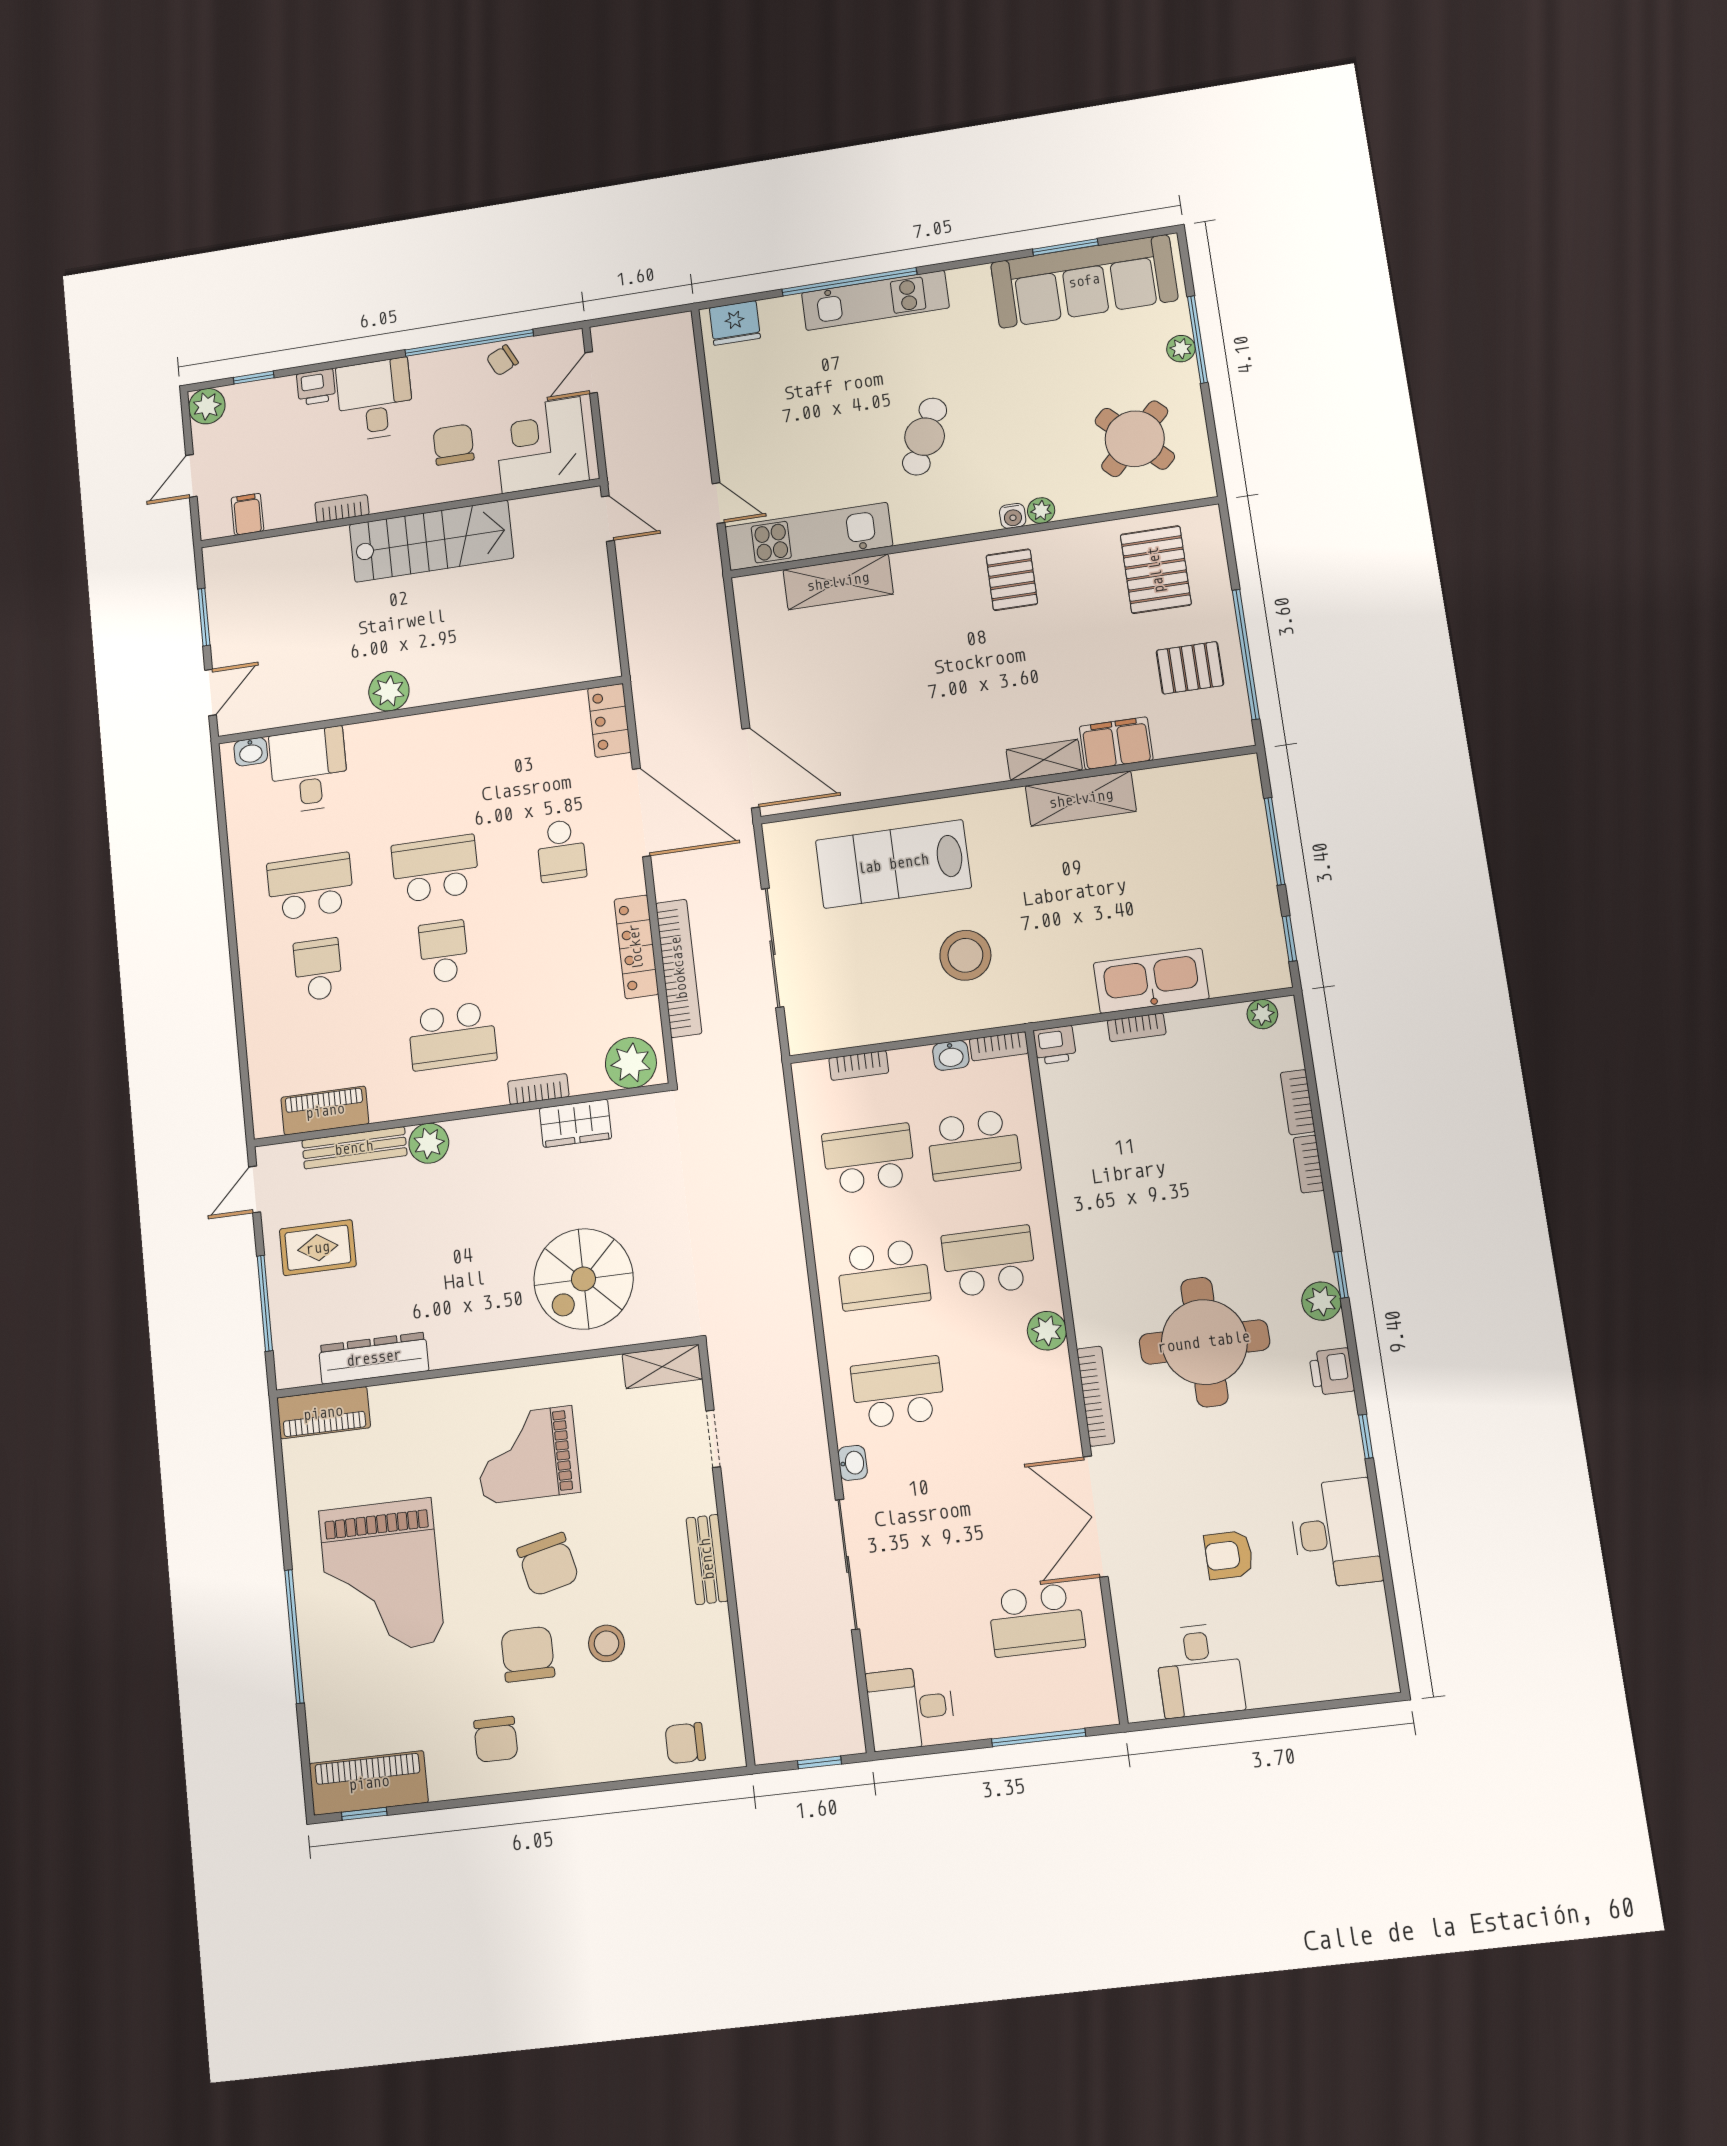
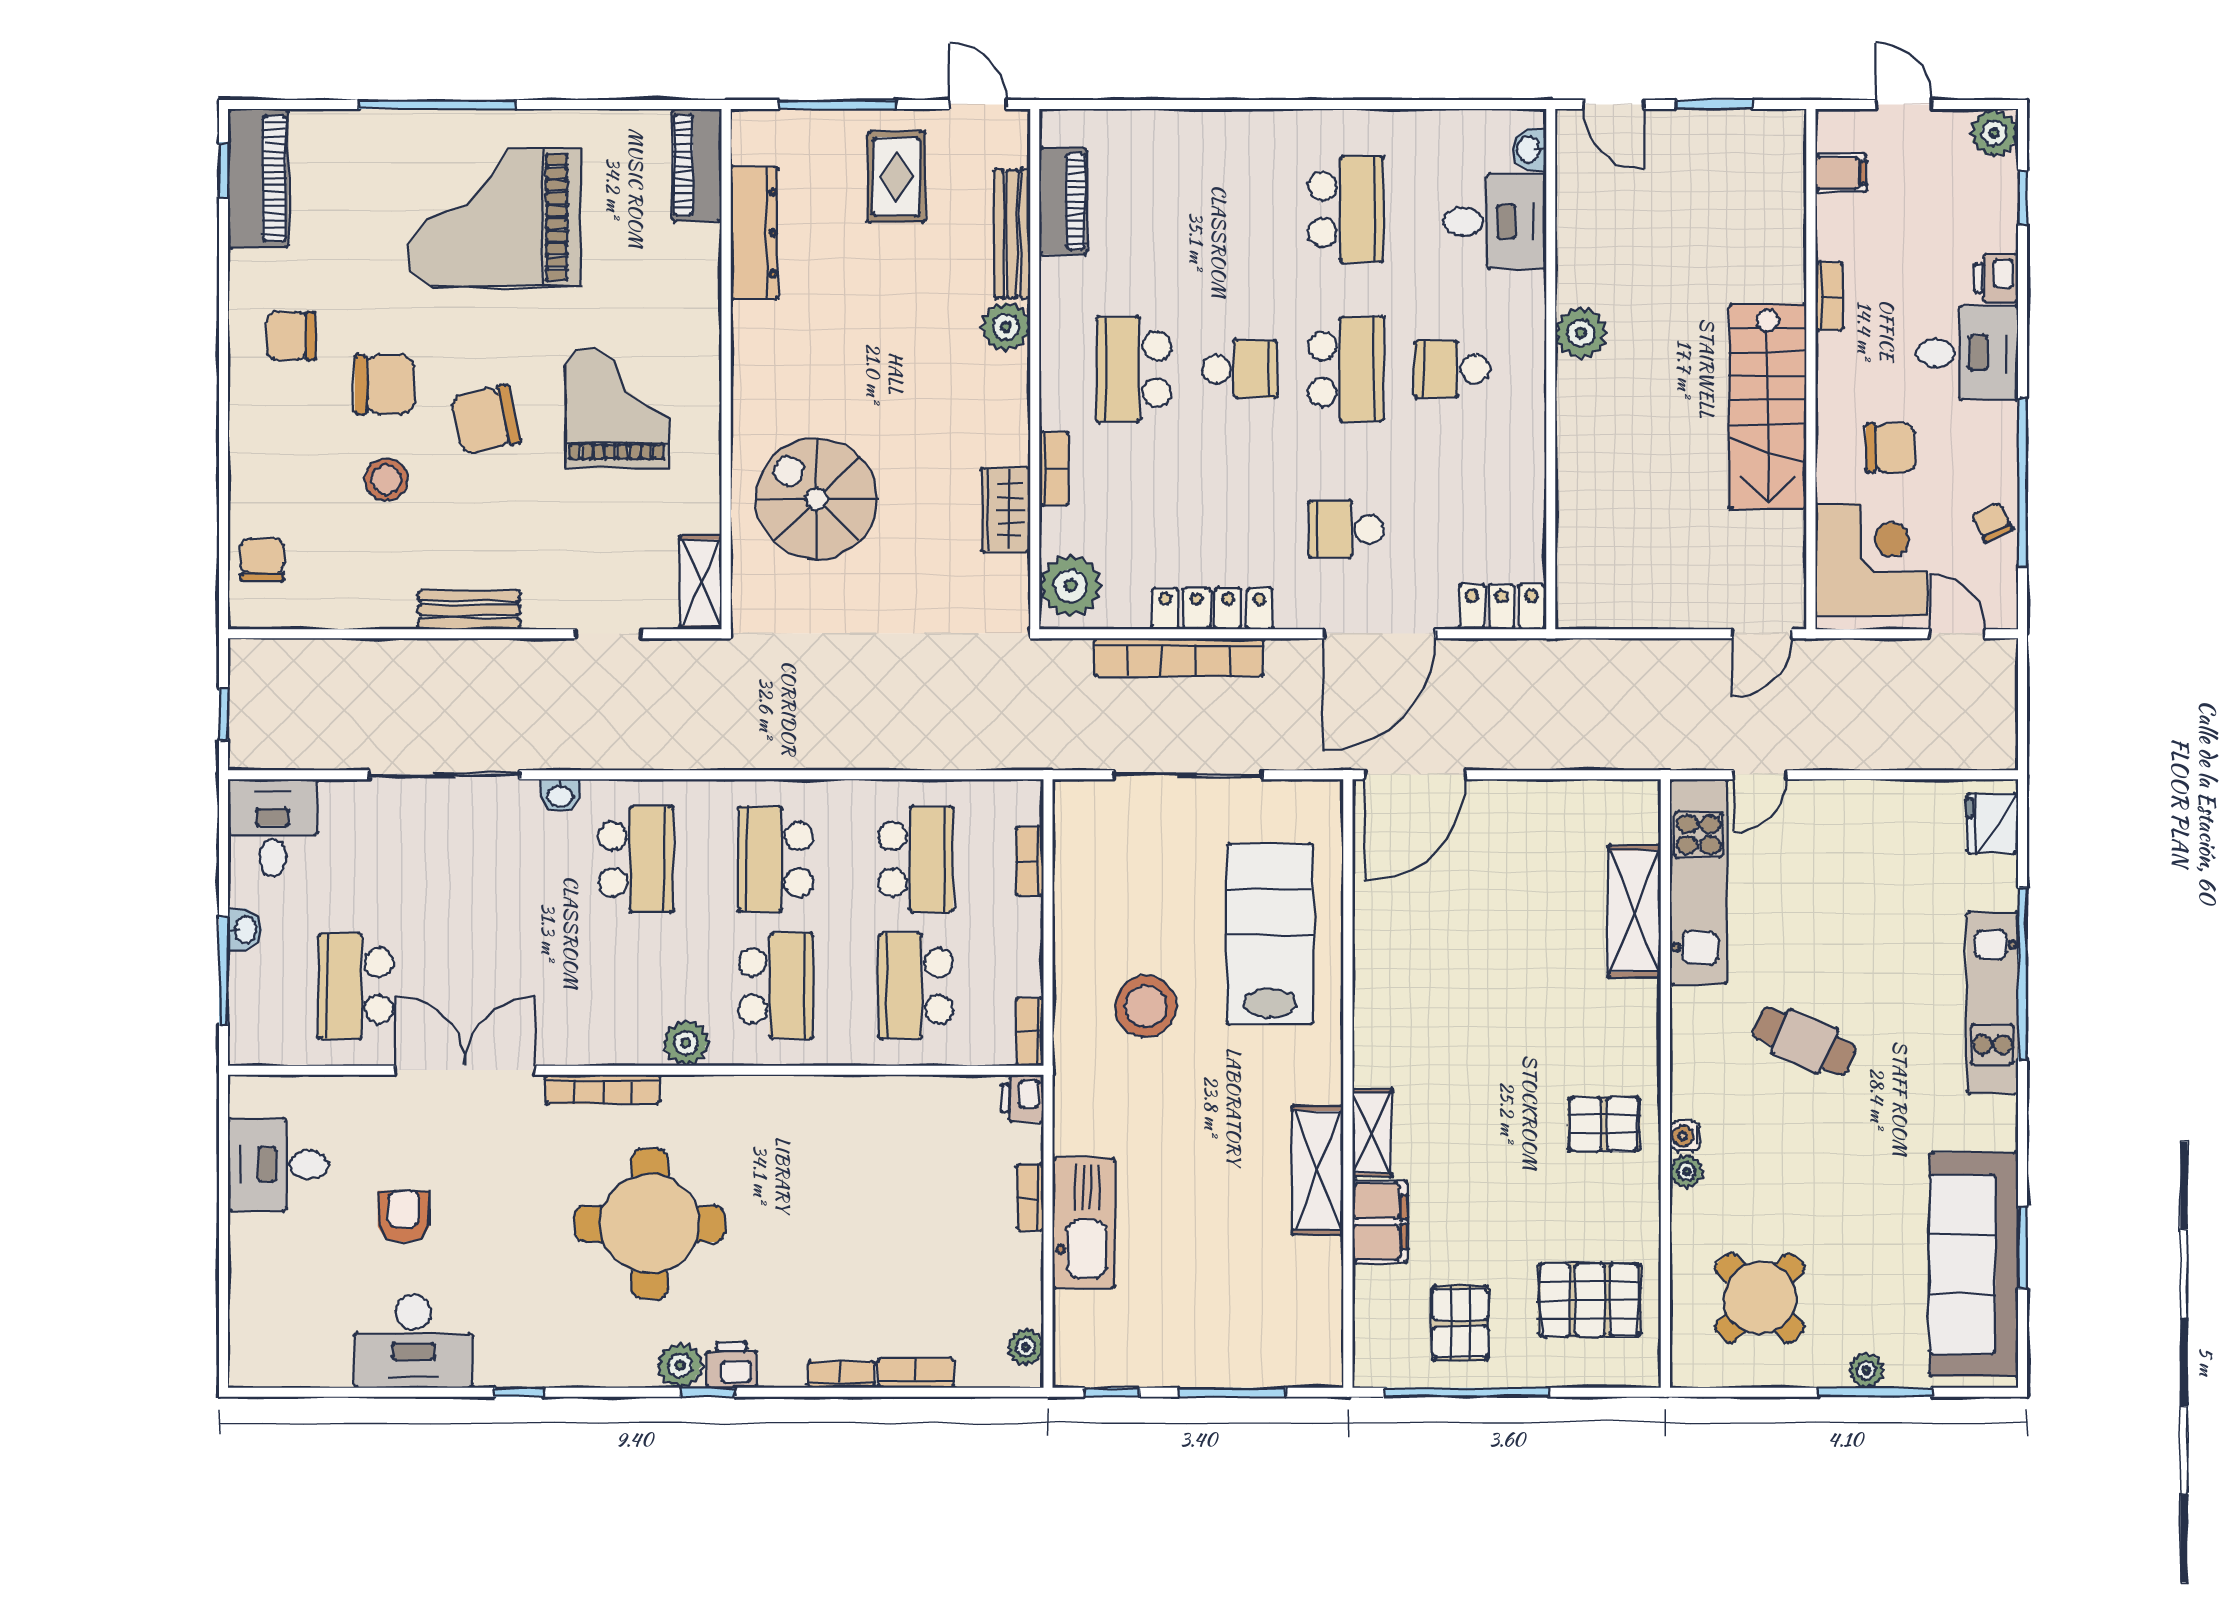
school desk: (318, 970) -> (1452, 369), moved, turned 180
washbasin: (951, 1055) -> (245, 930), moved, turned 180
printer: (1332, 1372) -> (732, 1365), moved

